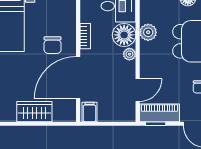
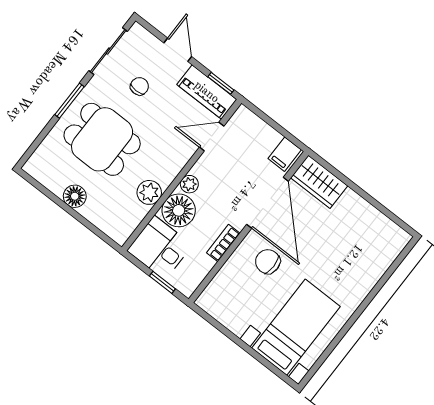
chair: (53, 45) -> (268, 262), turned -90
door: (78, 78) -> (267, 203), hinge flipped
wardrobe: (34, 112) -> (319, 182), moved

